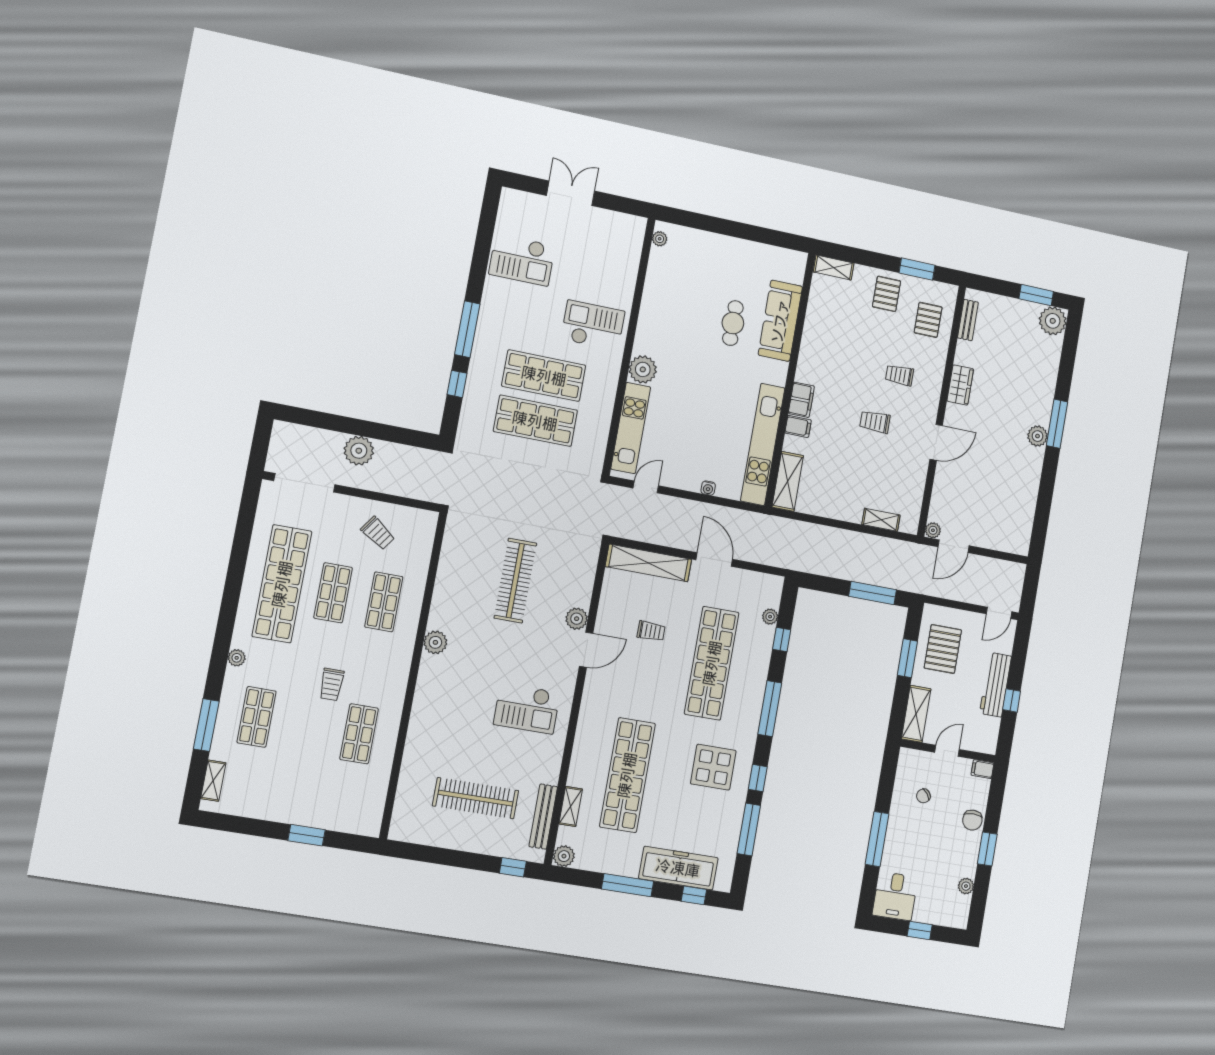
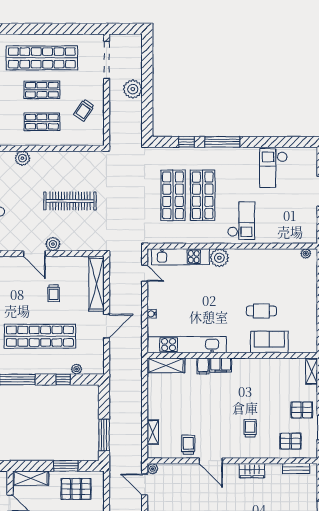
sofa: (780, 321) -> (269, 342), width x0.73
trolley: (875, 422) -> (188, 445), moved

